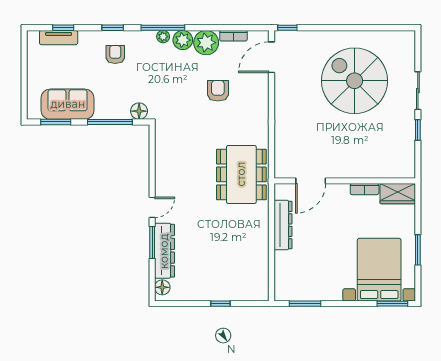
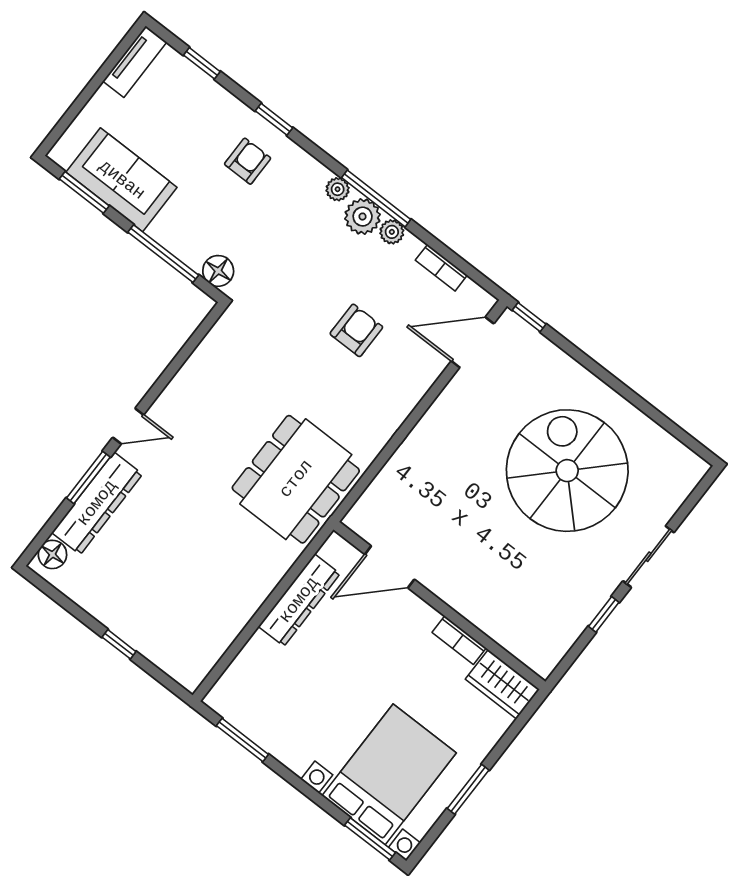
window: (163, 28) -> (376, 198), moved
tv unit: (59, 38) -> (135, 62), moved, turned -90
plant: (206, 43) -> (392, 232), width x0.53, depth x0.53

